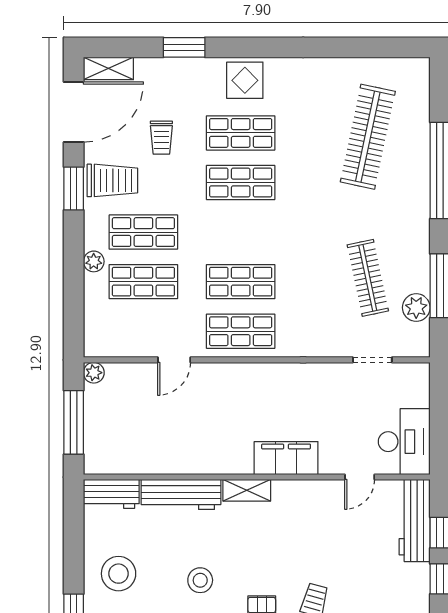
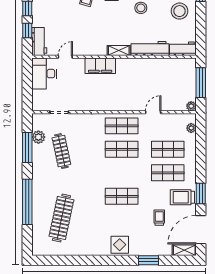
shop shelf: (241, 133) -> (122, 220), removed
plant: (94, 261) -> (191, 128), moved
workbench: (415, 520) -> (39, 41), width x0.73

